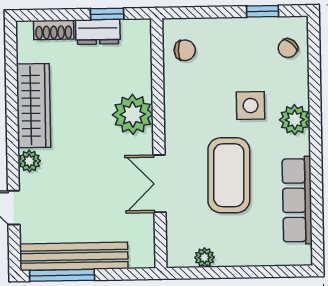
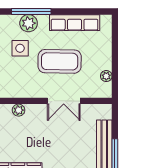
plant: (133, 114) -> (19, 110), width x0.53, depth x0.53
window: (315, 124) -> (31, 12), added

